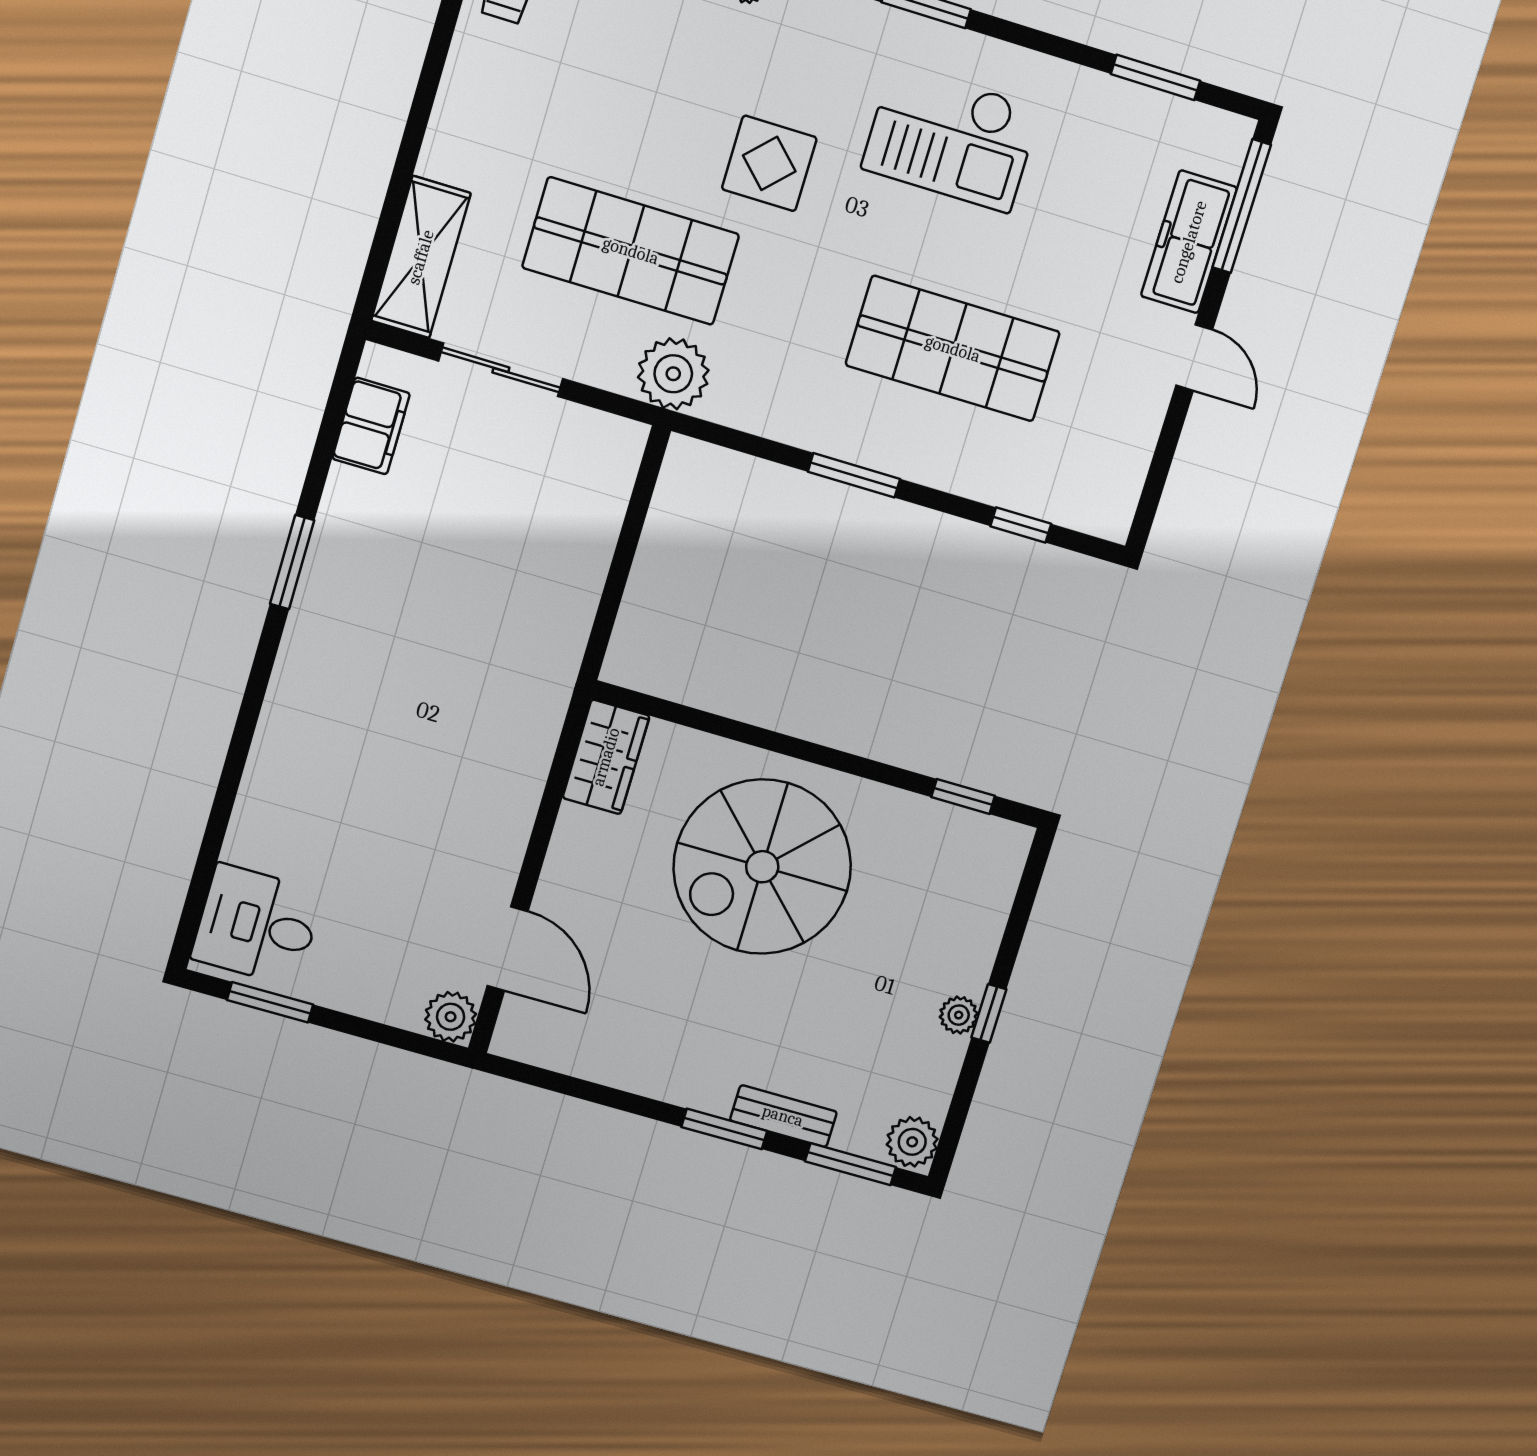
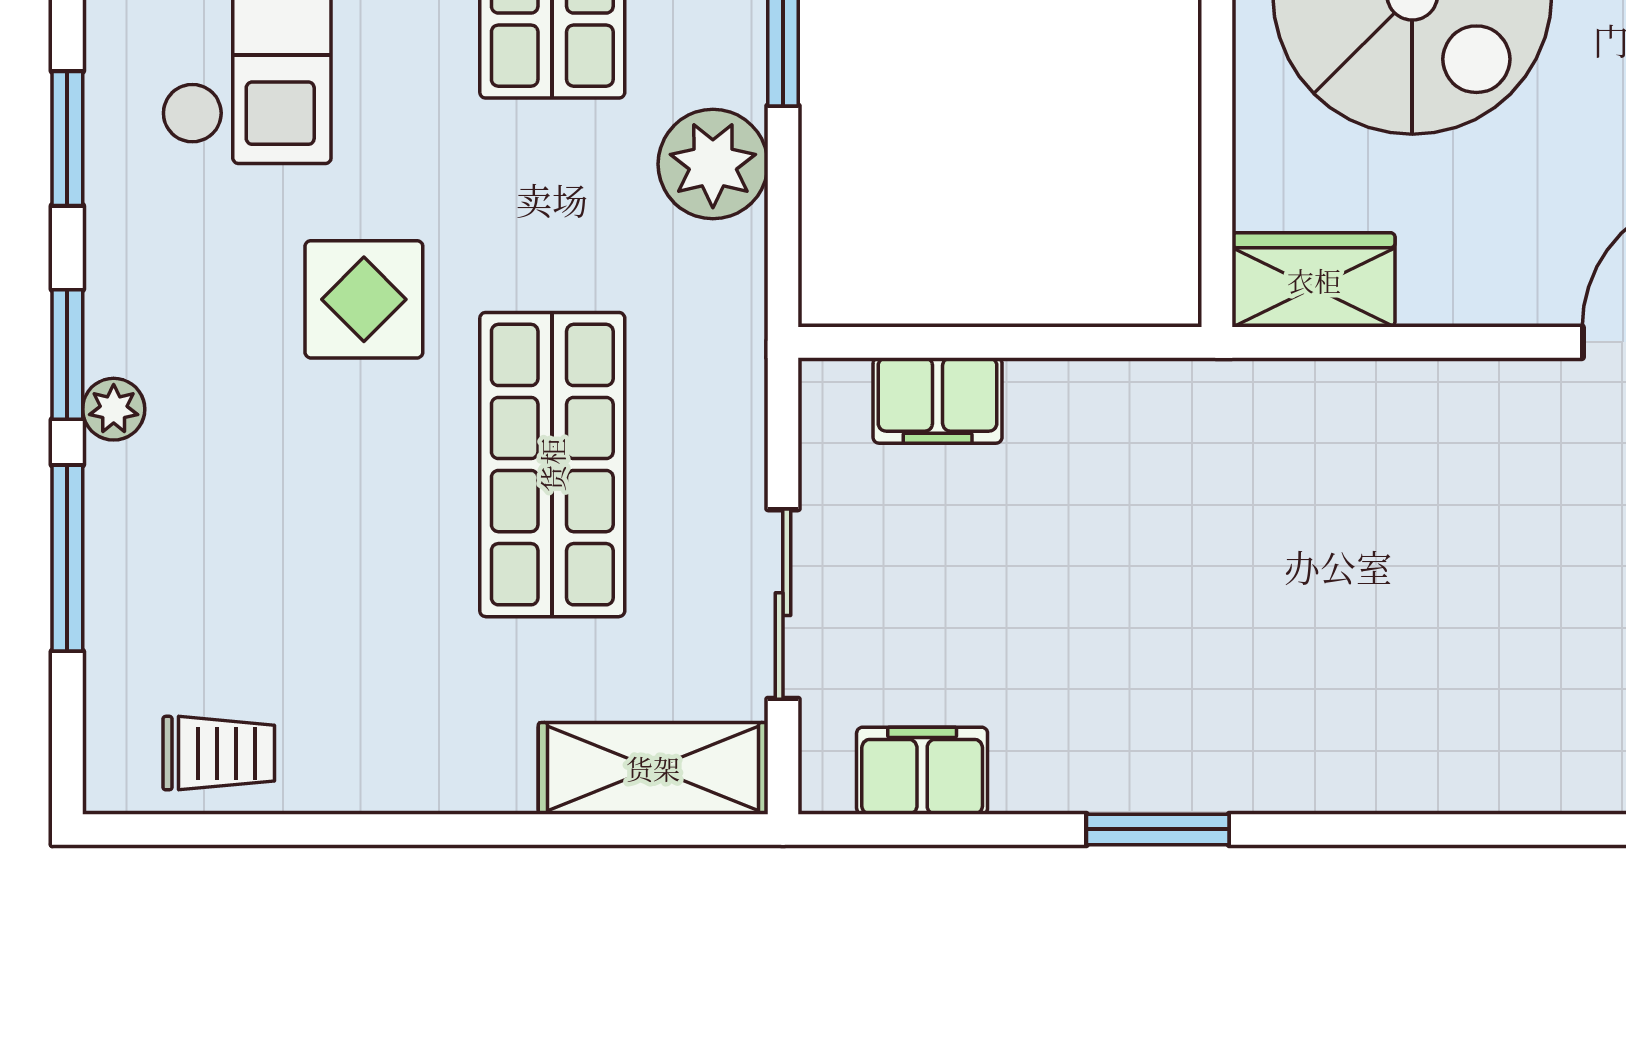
plant: (673, 374) -> (713, 164), moved
filing cabinet: (600, 504) -> (938, 400), added

